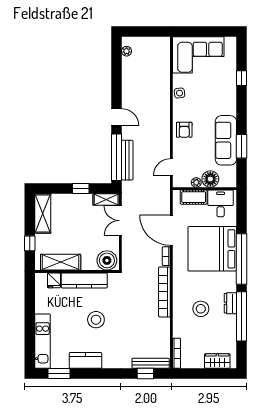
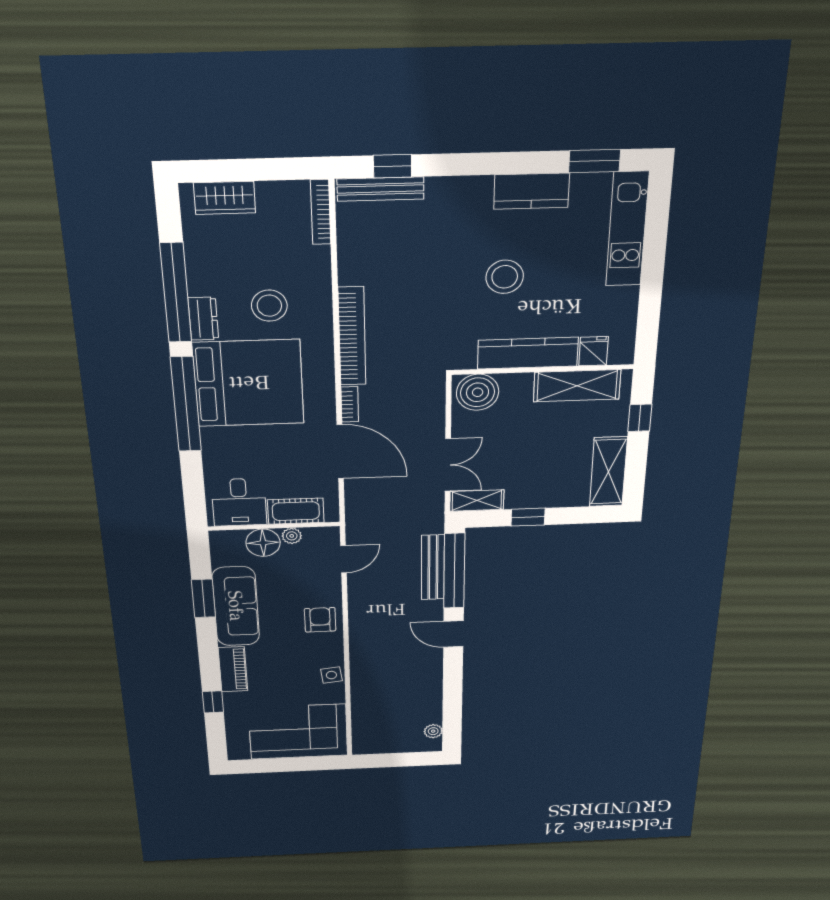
piano: (230, 100) -> (233, 669), added
bed: (212, 249) -> (249, 383), moved

